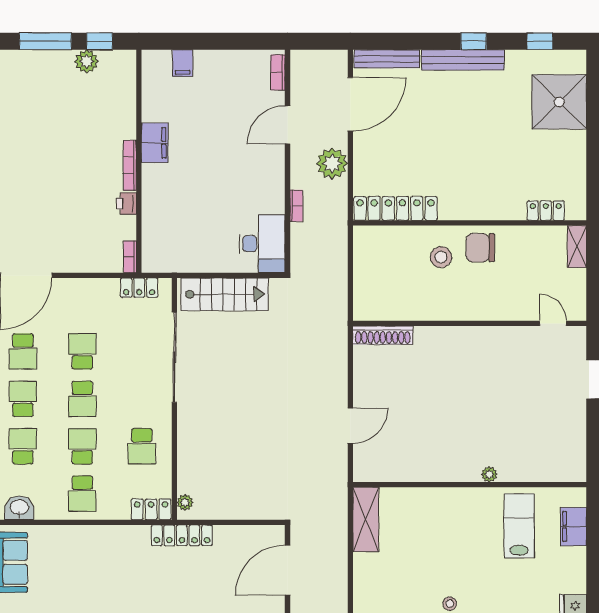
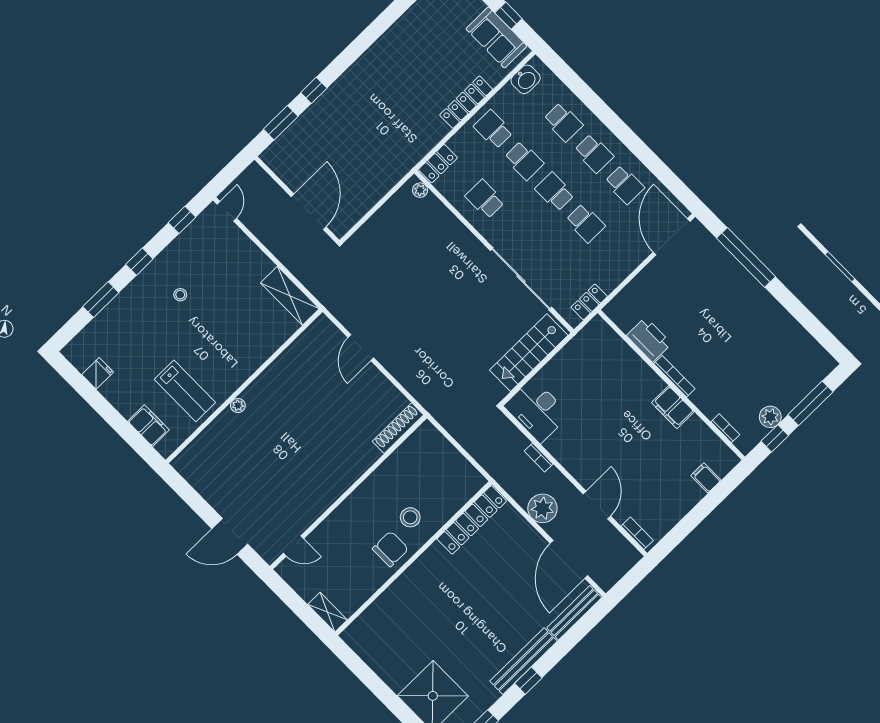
printer: (126, 203) -> (649, 340), width x1.87, depth x1.48
locker: (546, 211) -> (371, 616), removed
bookcase: (130, 257) -> (725, 428), moved
school desk: (23, 351) -> (625, 185), turned 180
locker: (182, 535) -> (466, 102), moved

